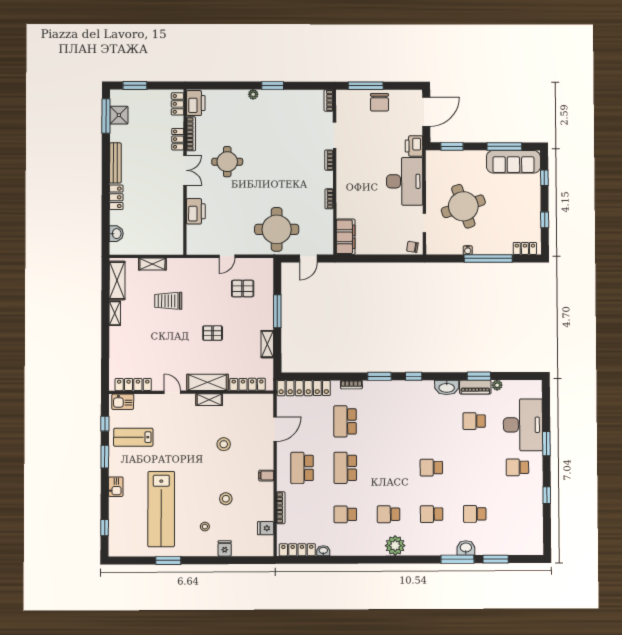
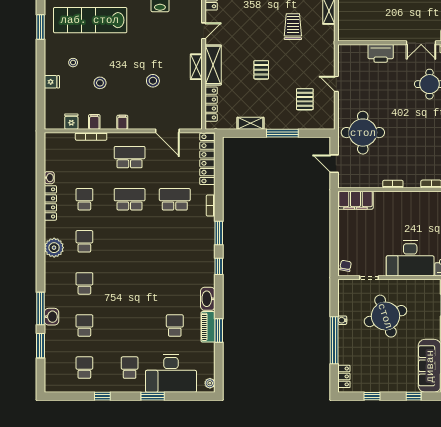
plant: (497, 385) -> (210, 383), moved
school desk: (431, 468) -> (84, 368), moved
filing cabinet: (266, 504) -> (94, 122), added
locker: (297, 550) -> (50, 203), moved

